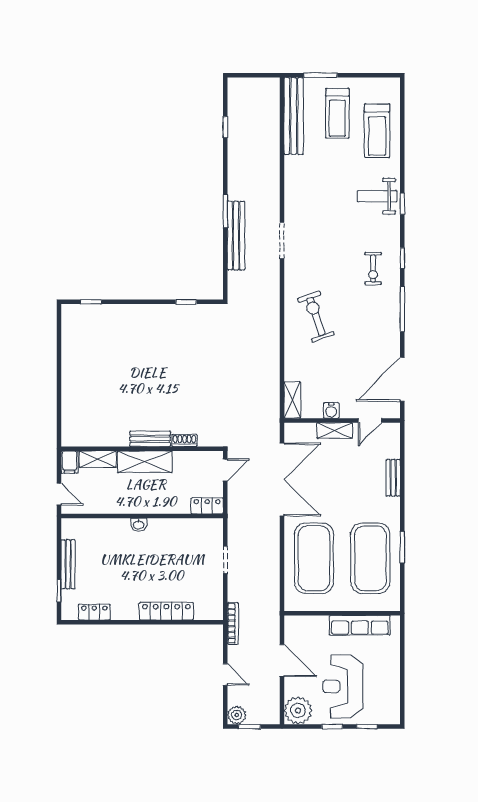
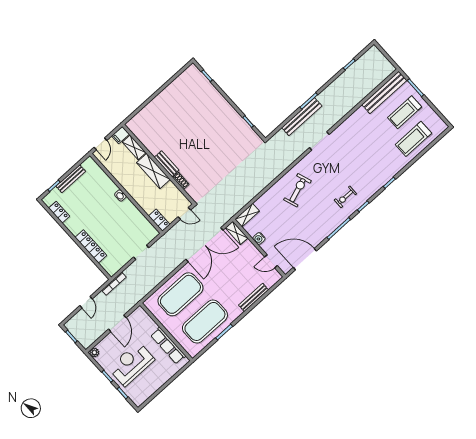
weight bench: (377, 196) -> (382, 167), removed
shelving: (335, 430) -> (237, 233), moved
bench: (393, 478) -> (254, 297), width x1.36
plant: (298, 711) -> (94, 353), width x0.53, depth x0.53
plant: (237, 715) -> (71, 325), removed

